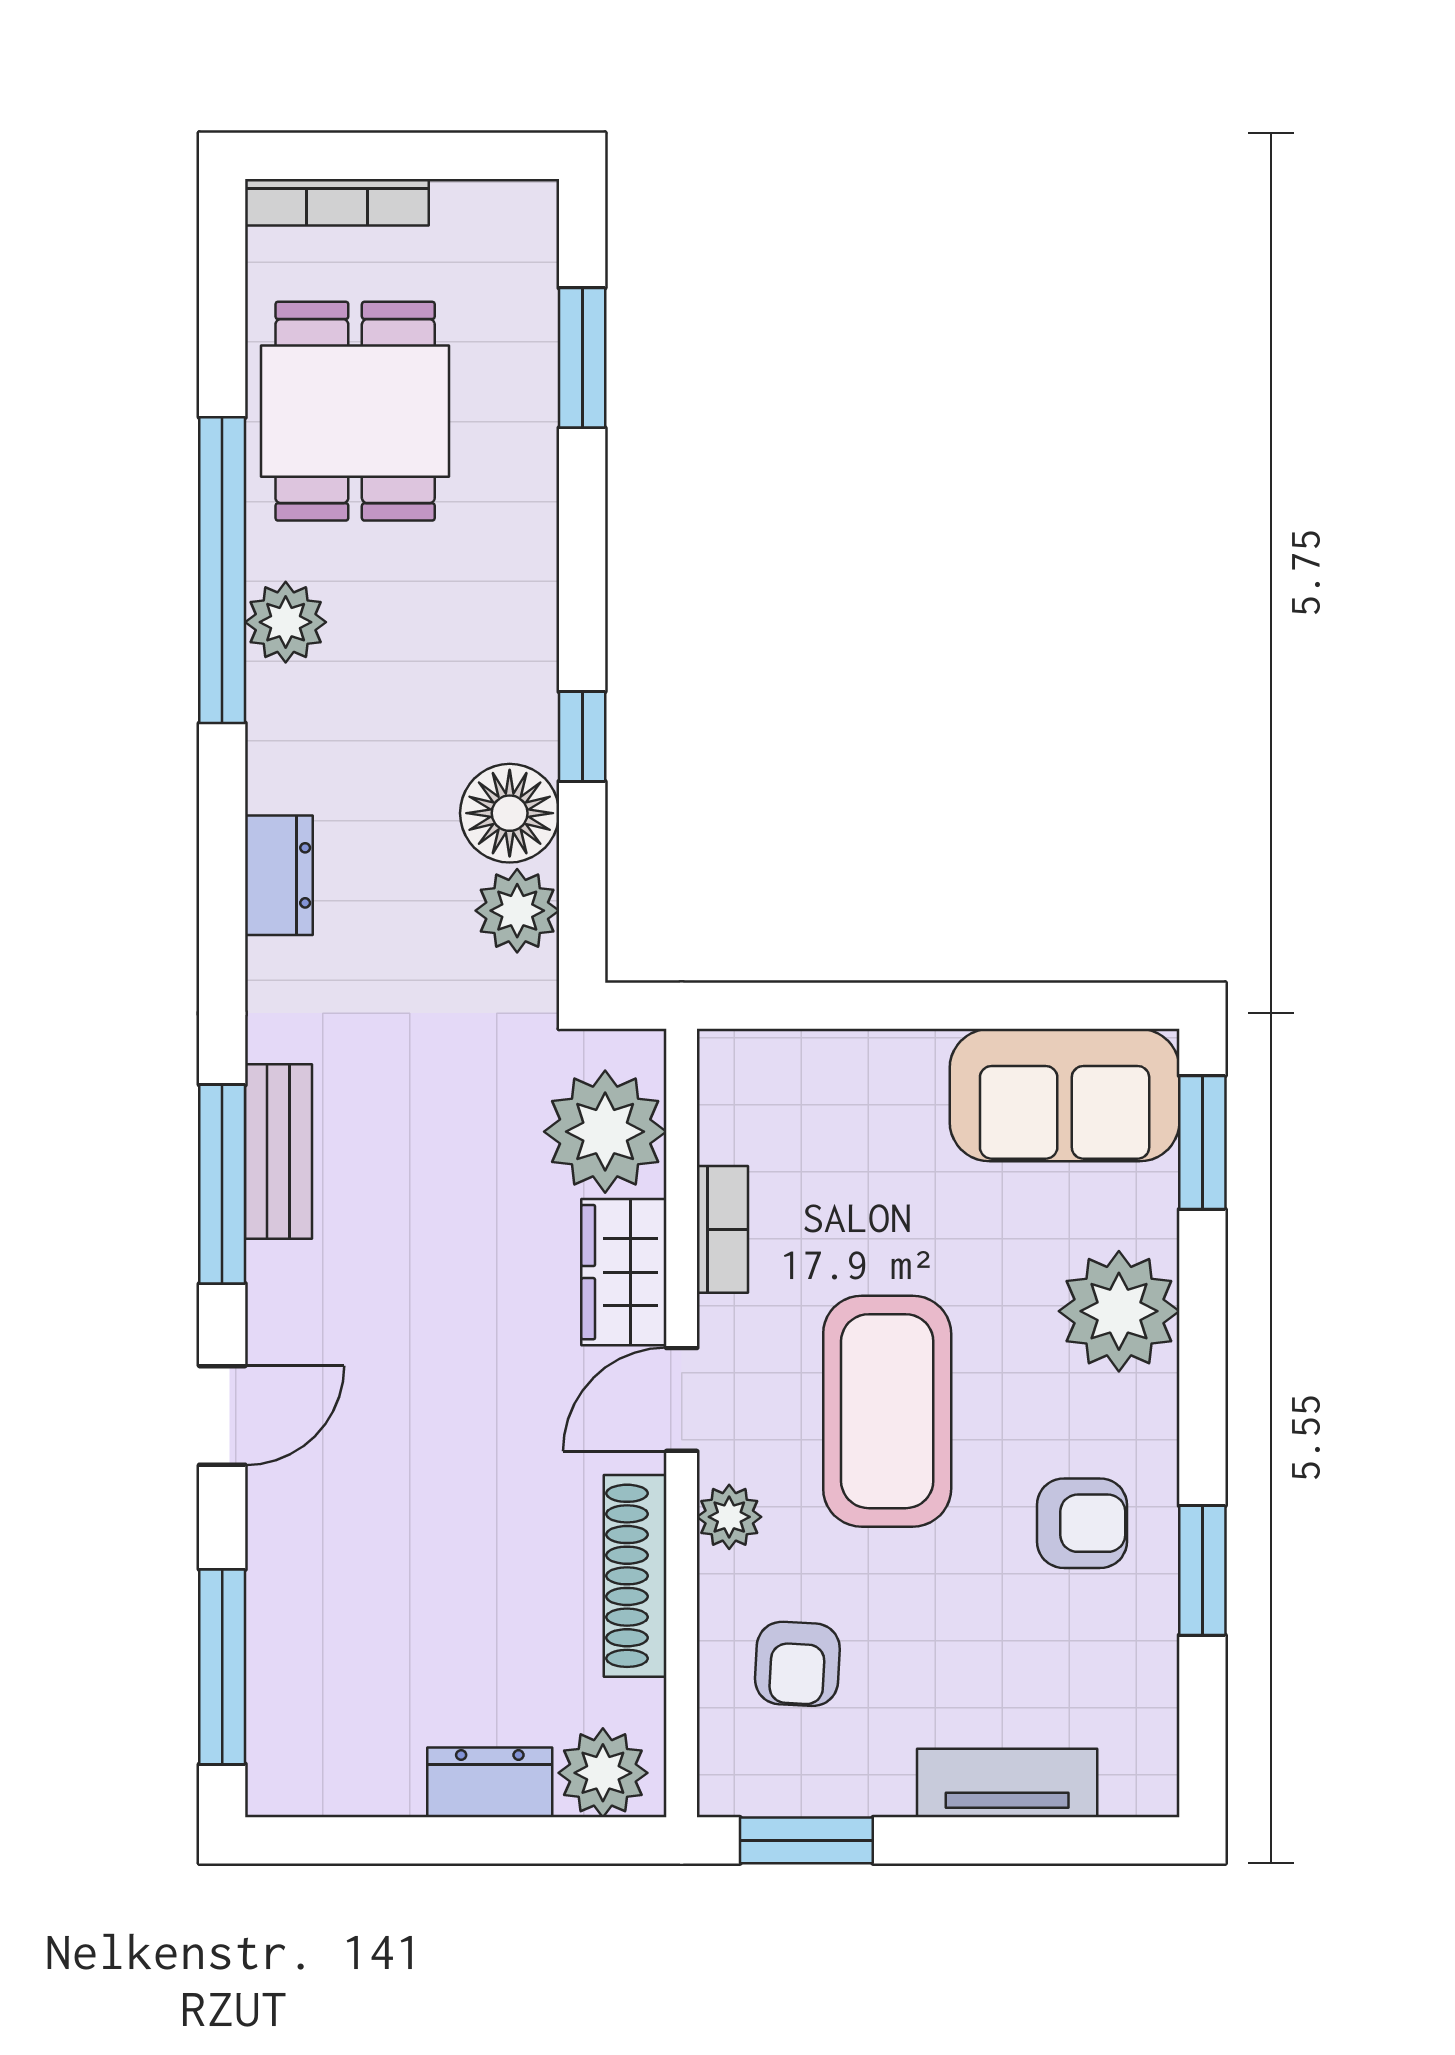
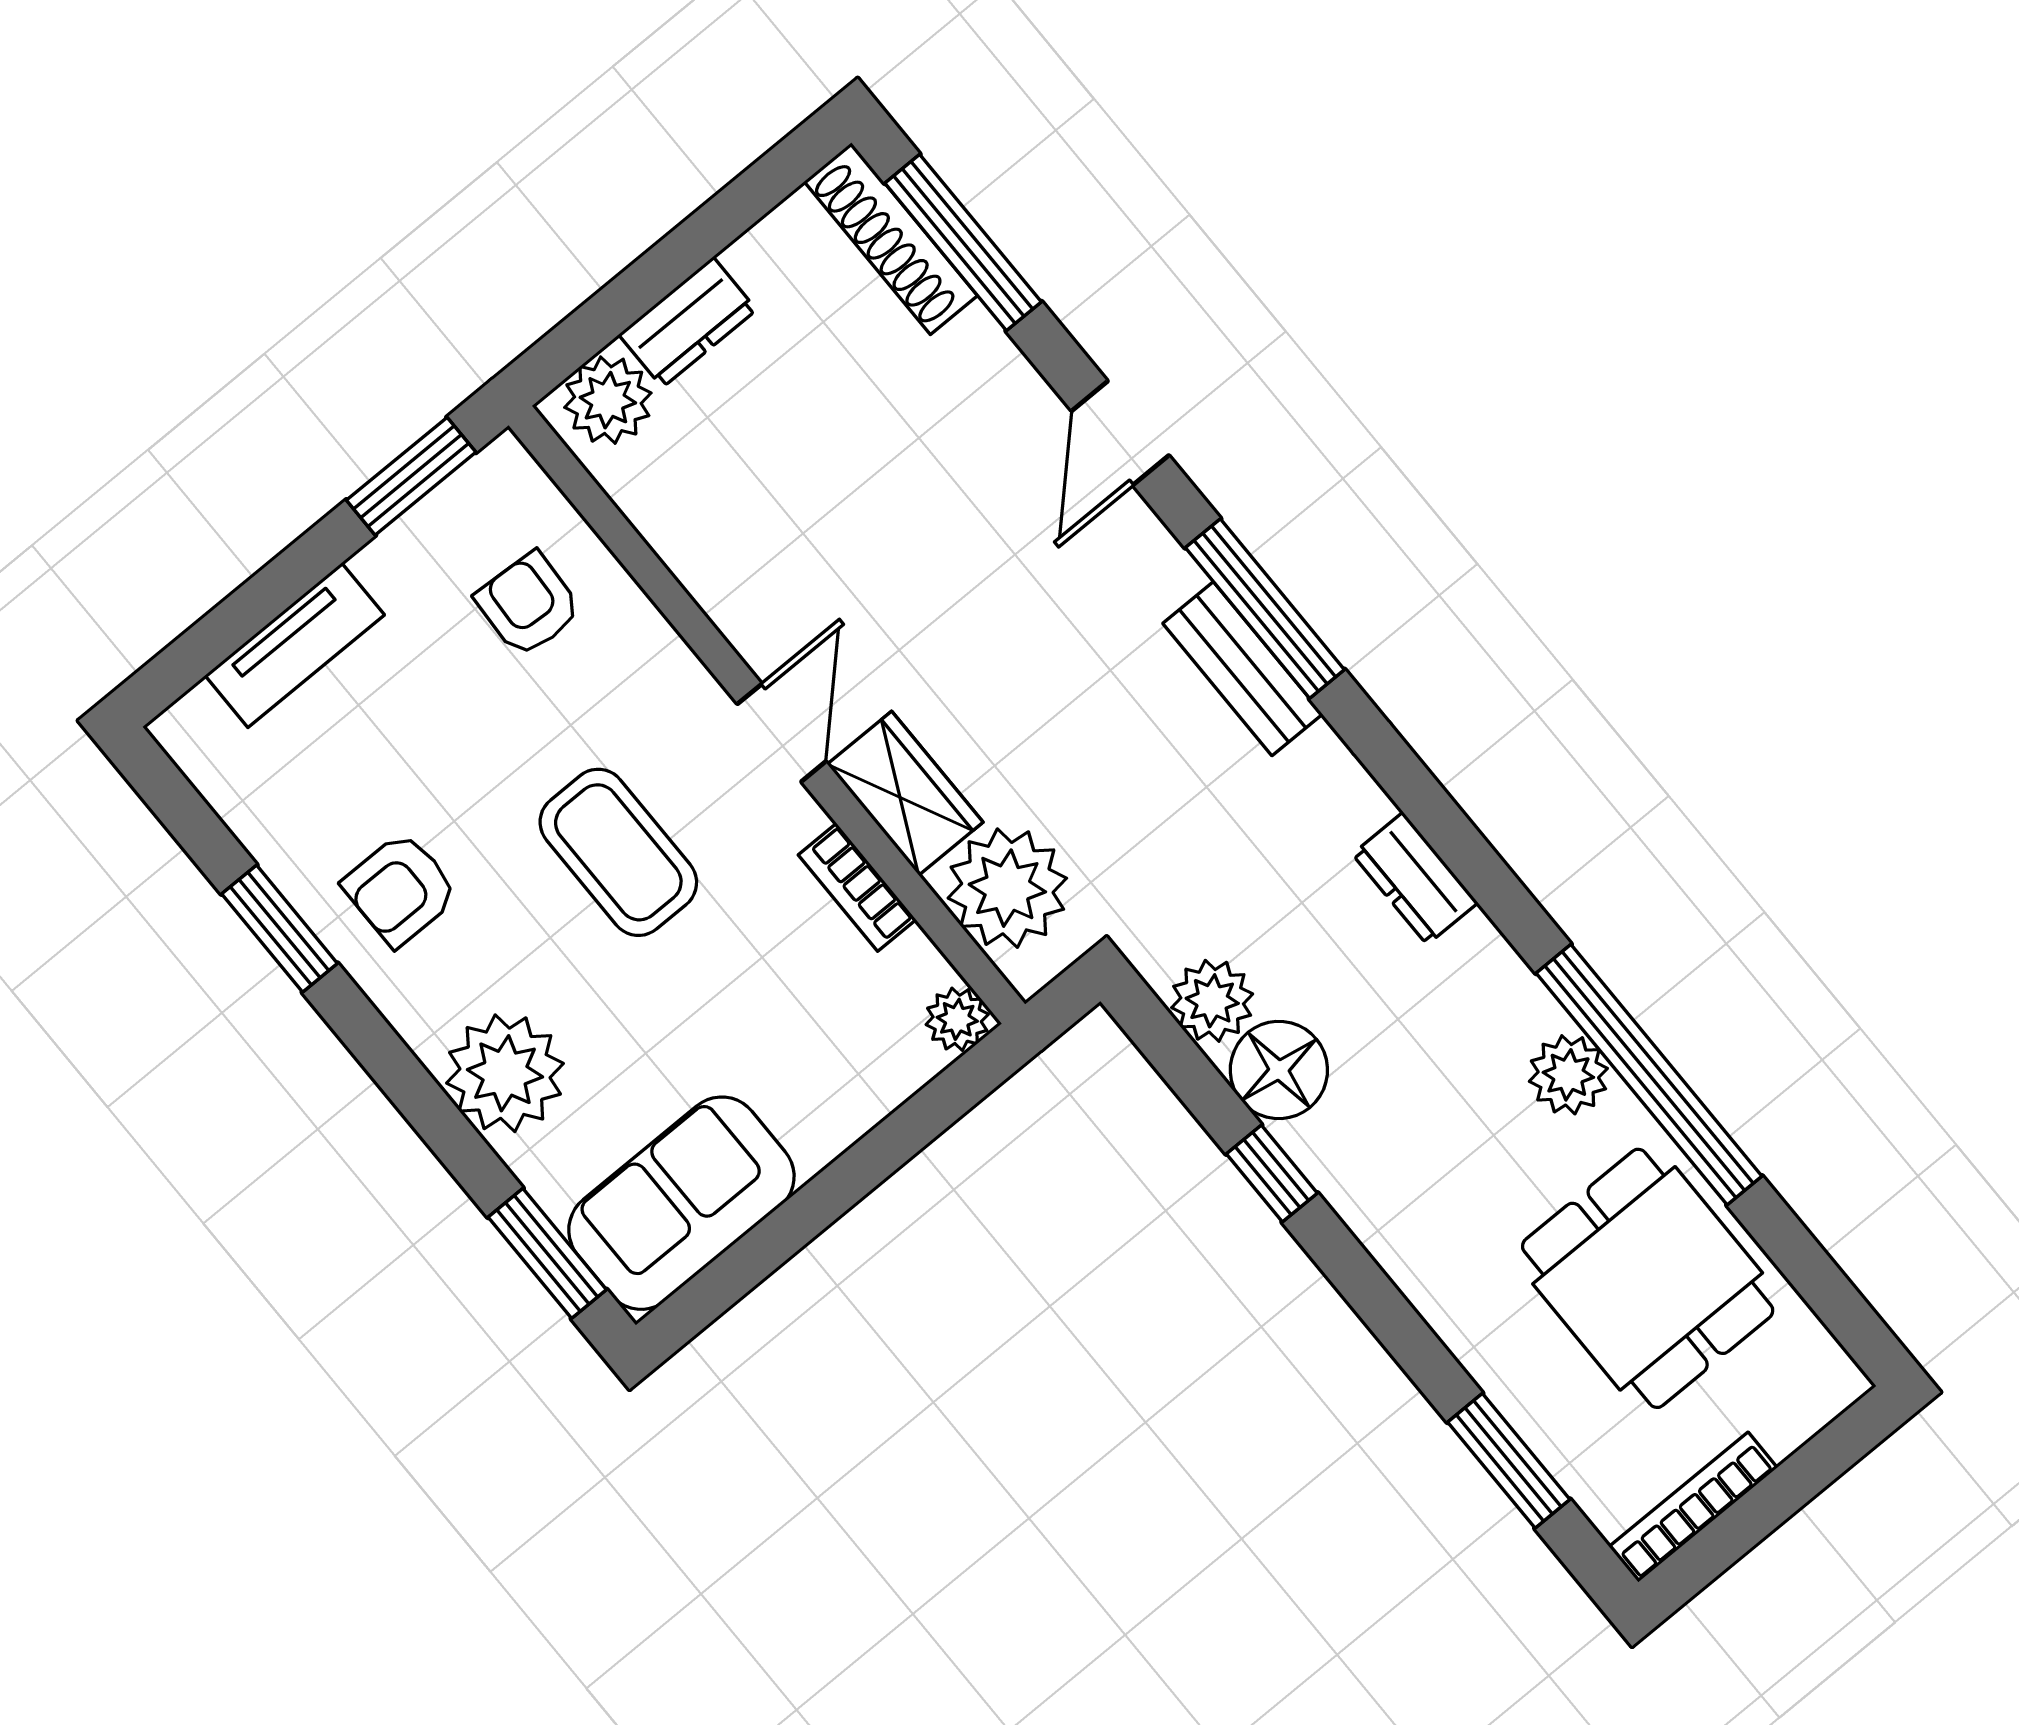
bookcase: (337, 202) -> (1693, 1507), moved
coffee table: (887, 1411) -> (618, 852), width x0.73, depth x0.76
plant: (729, 1517) -> (957, 1019), moved
shoe rack: (635, 1576) -> (891, 239), moved, turned 180

